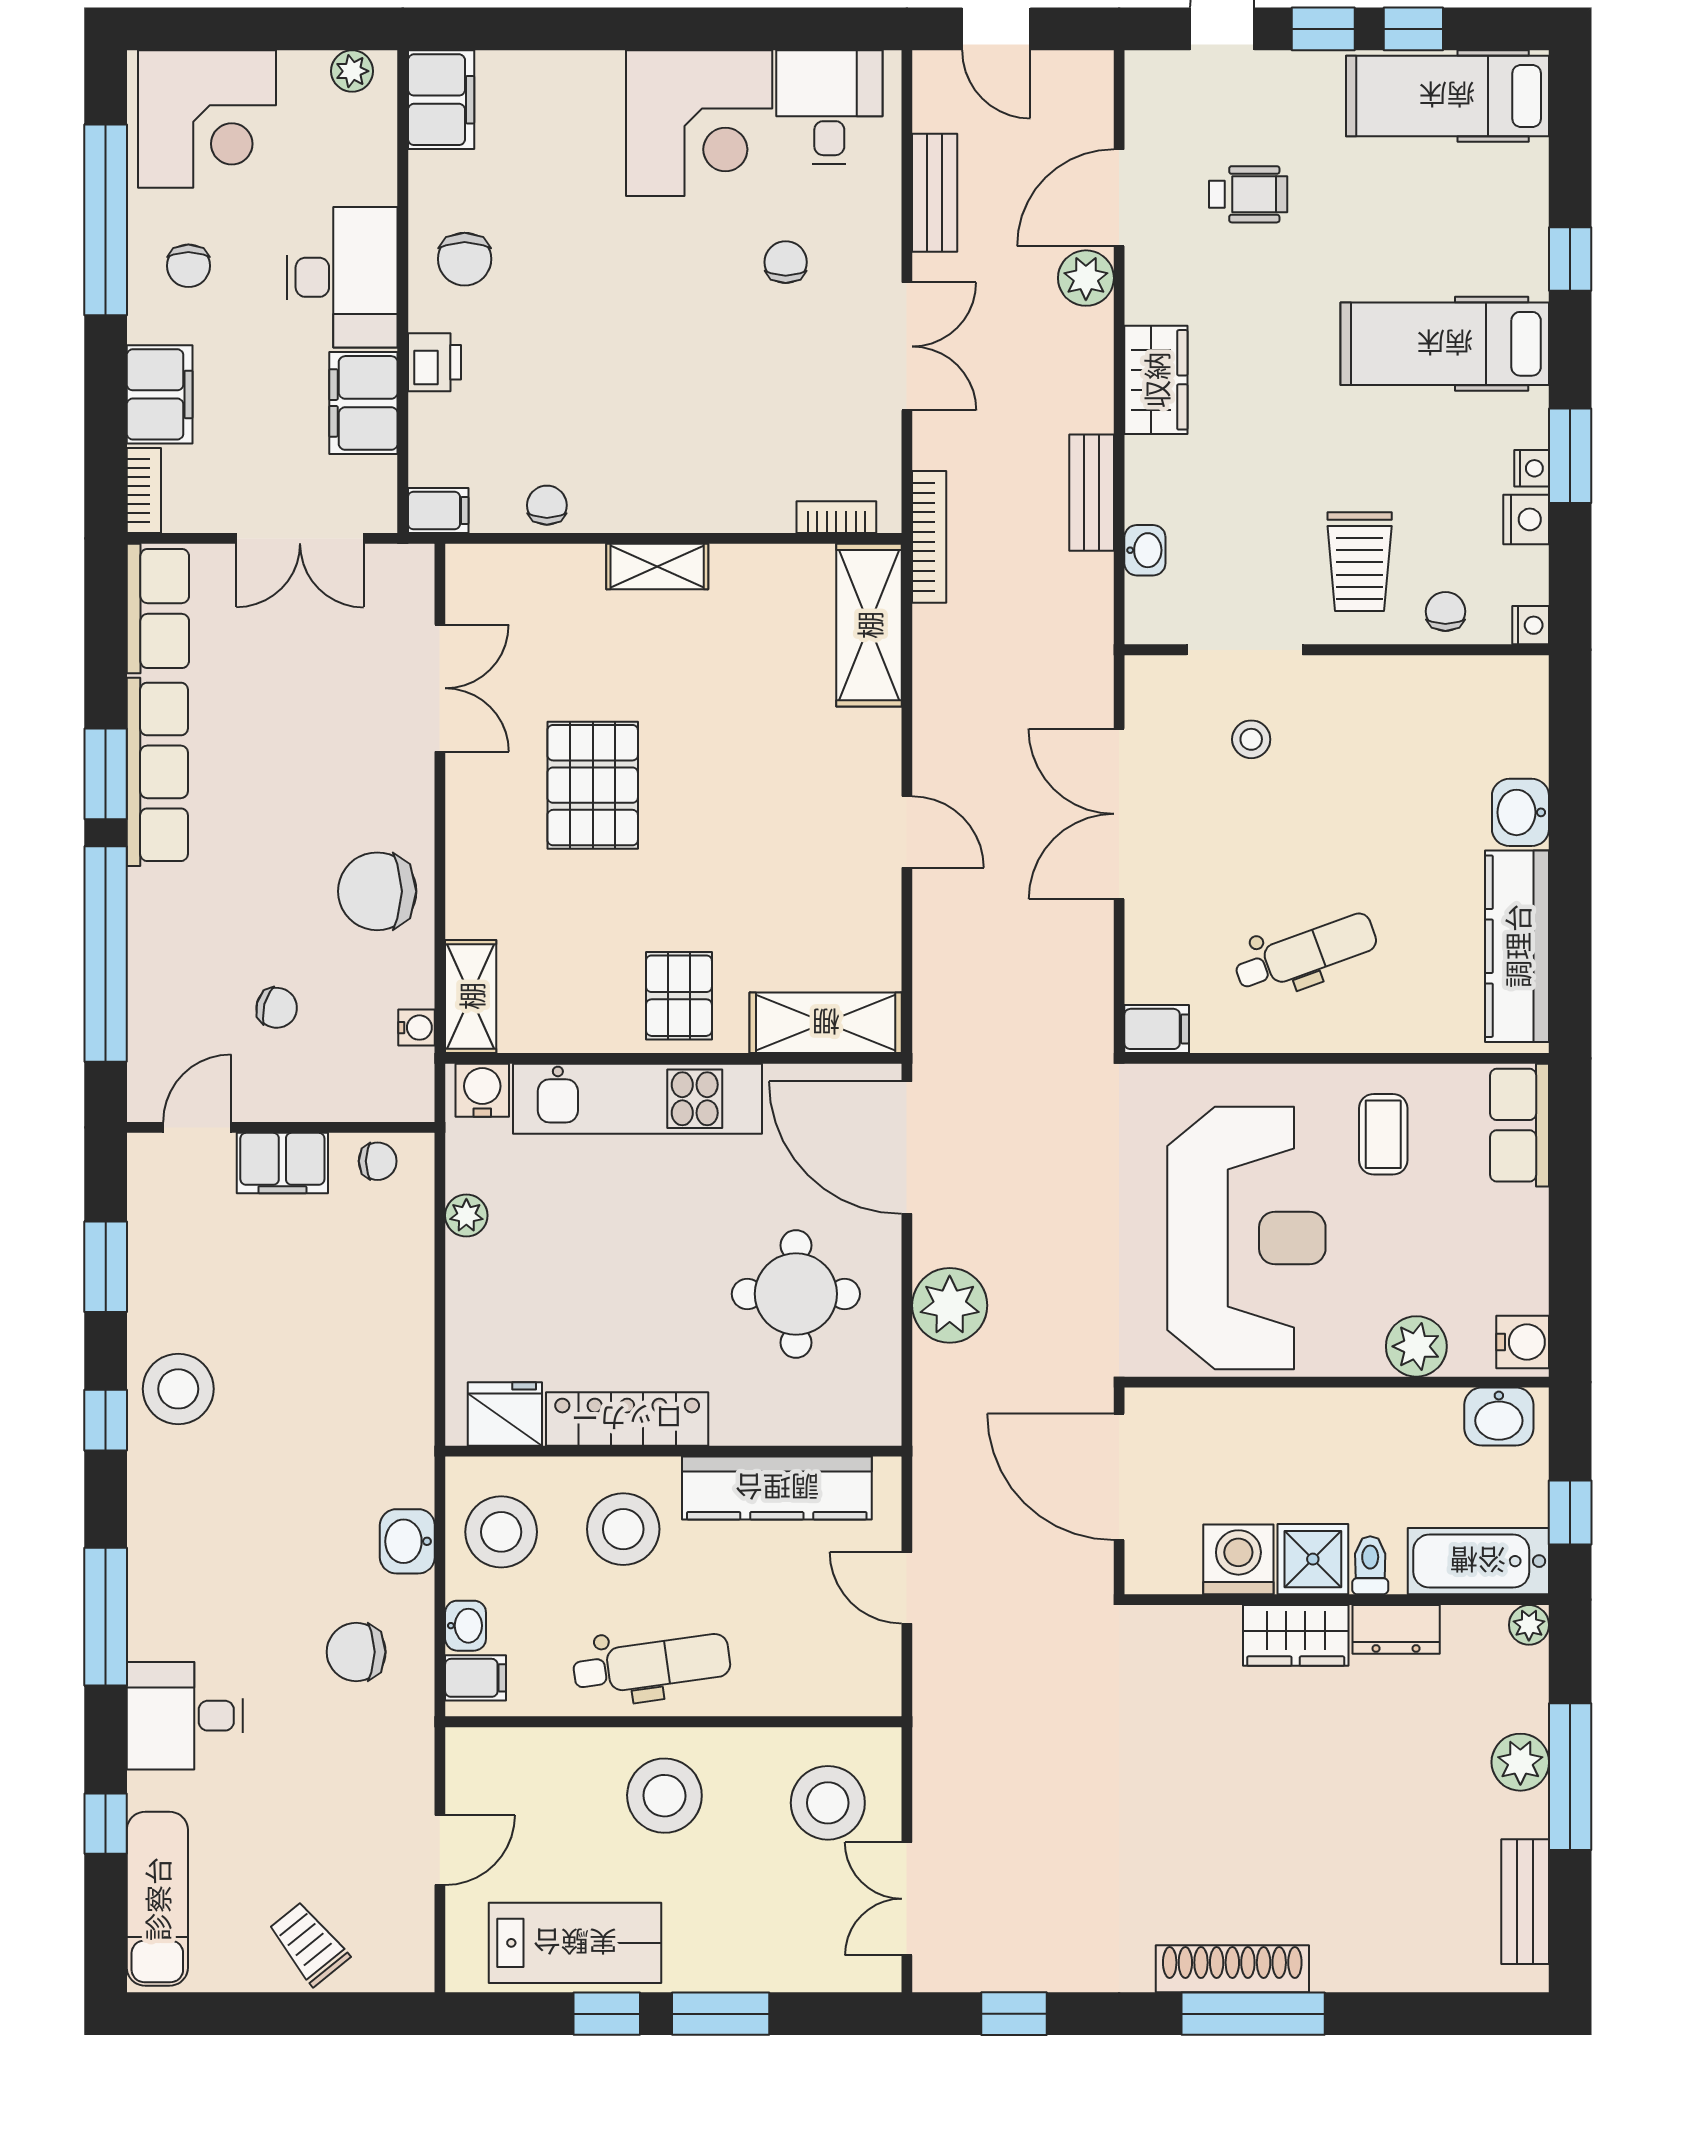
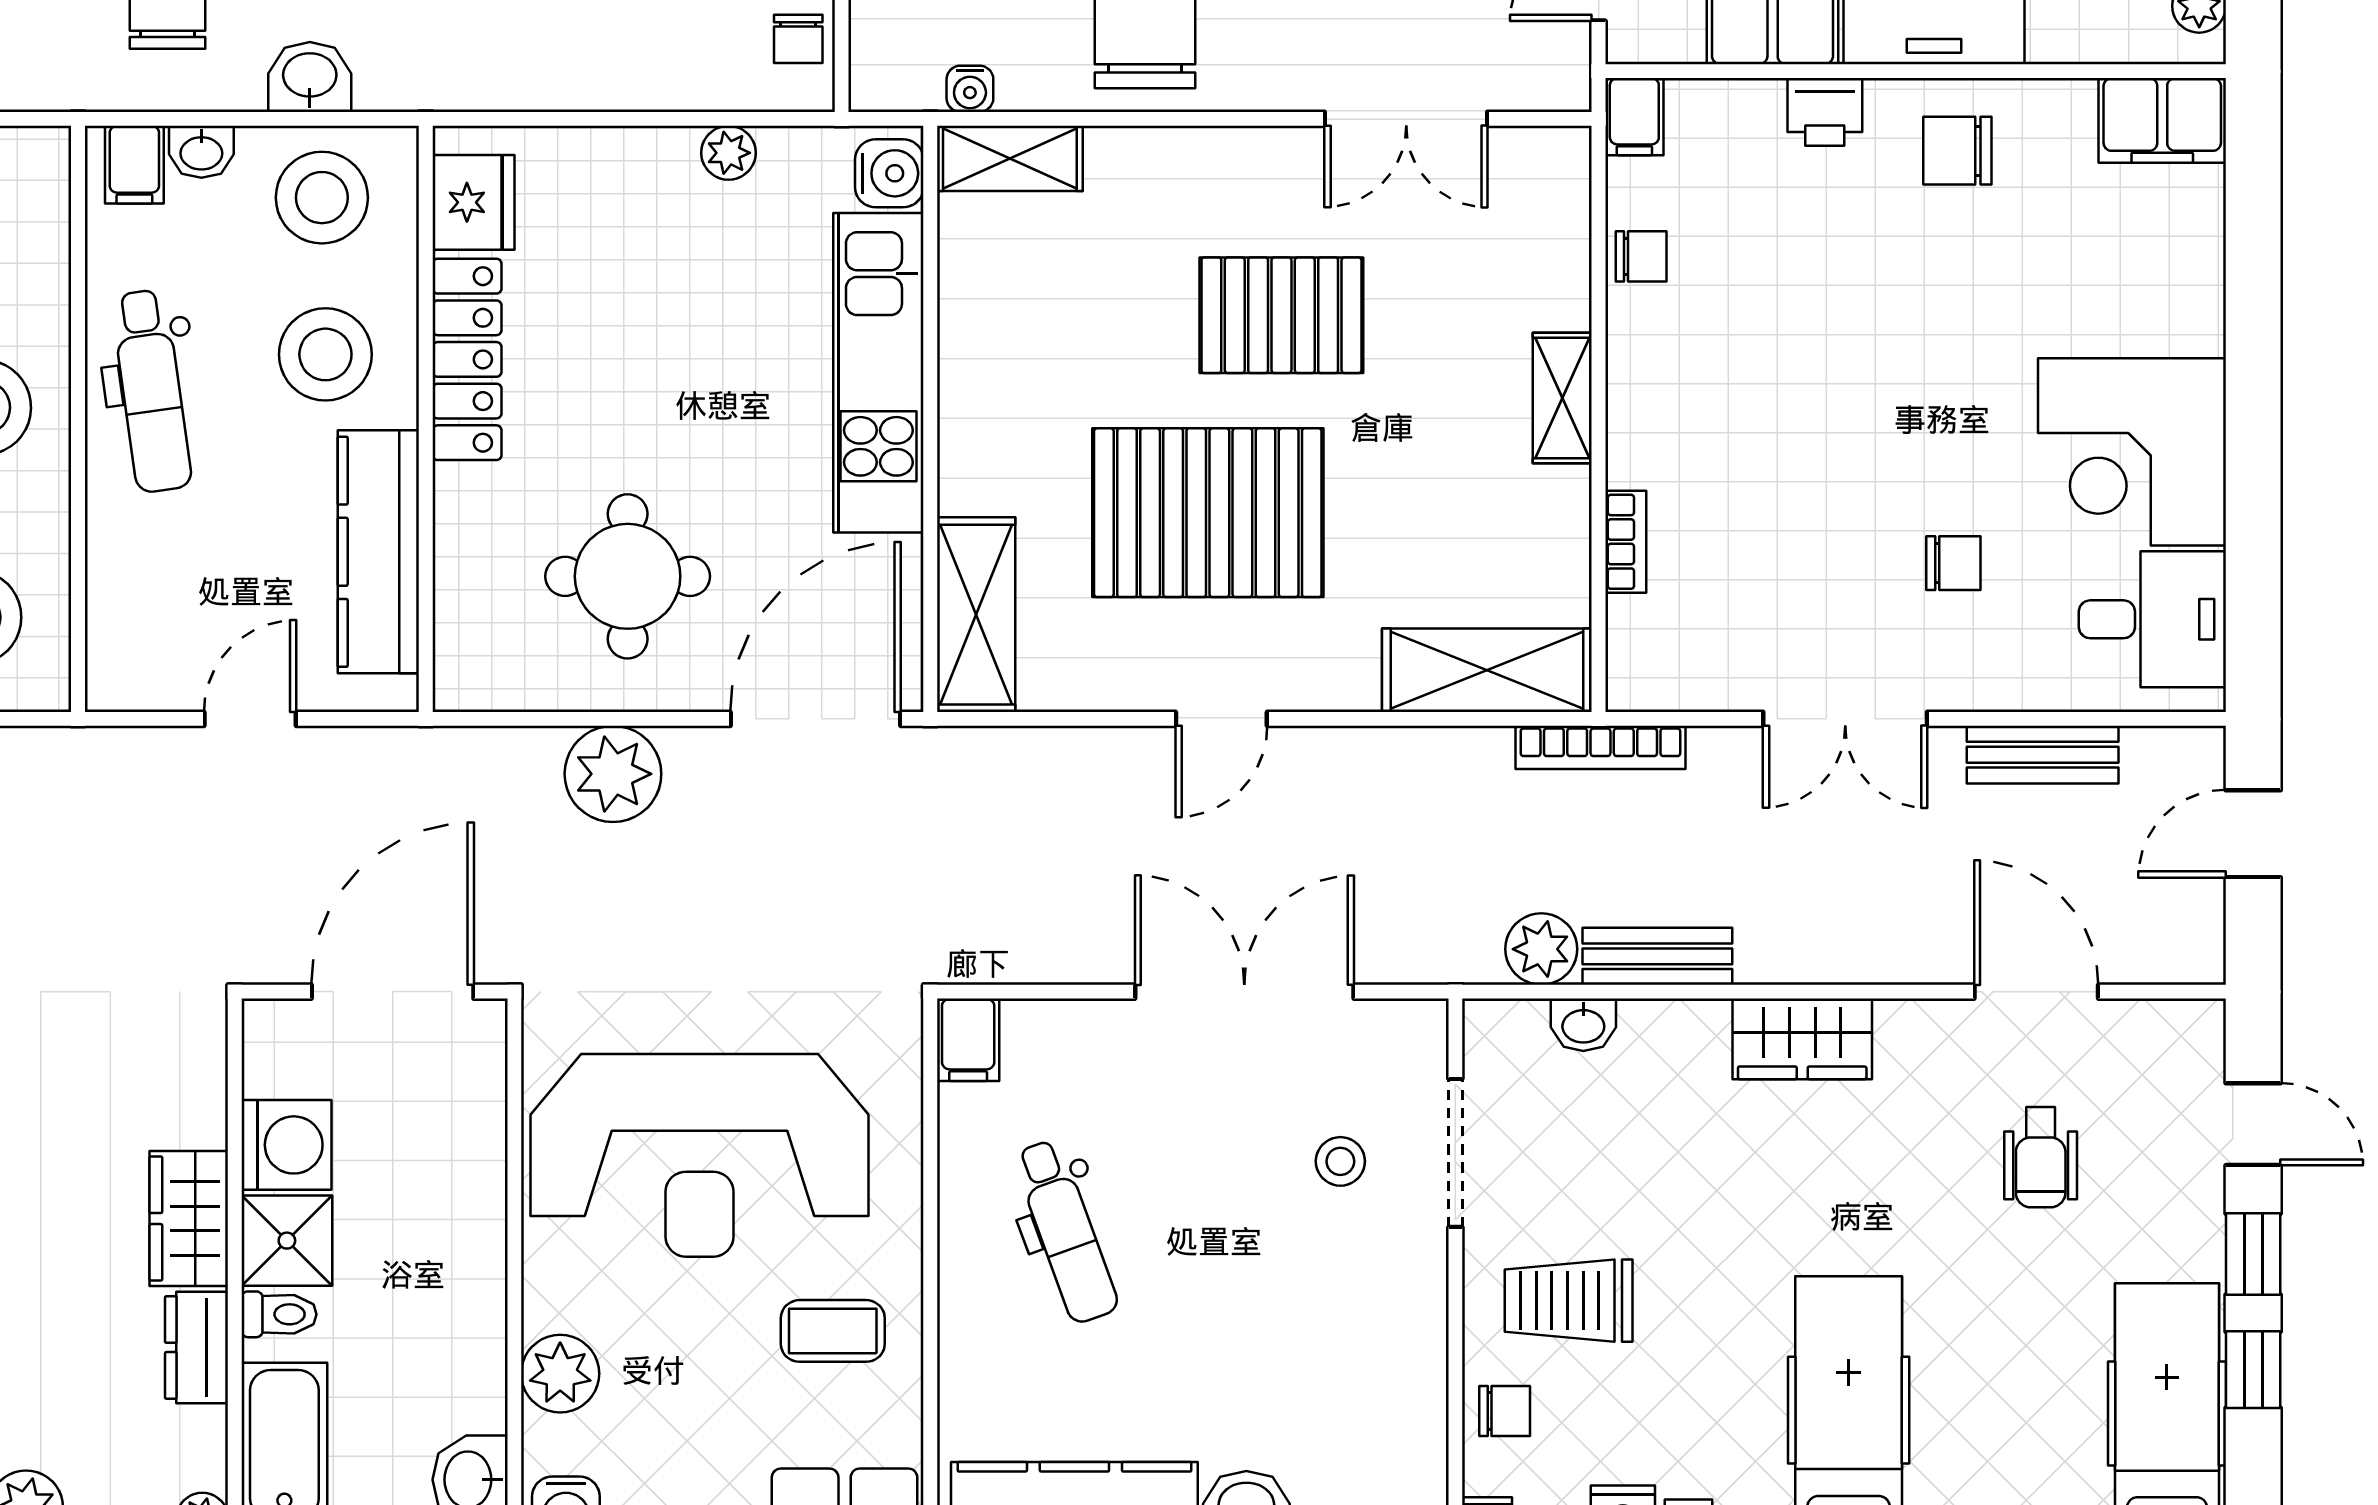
plant: (1086, 278) -> (1541, 949), moved
bookcase: (836, 517) -> (1626, 542), moved
pallet: (679, 996) -> (1208, 513), moved, width x2.05, depth x2.00

